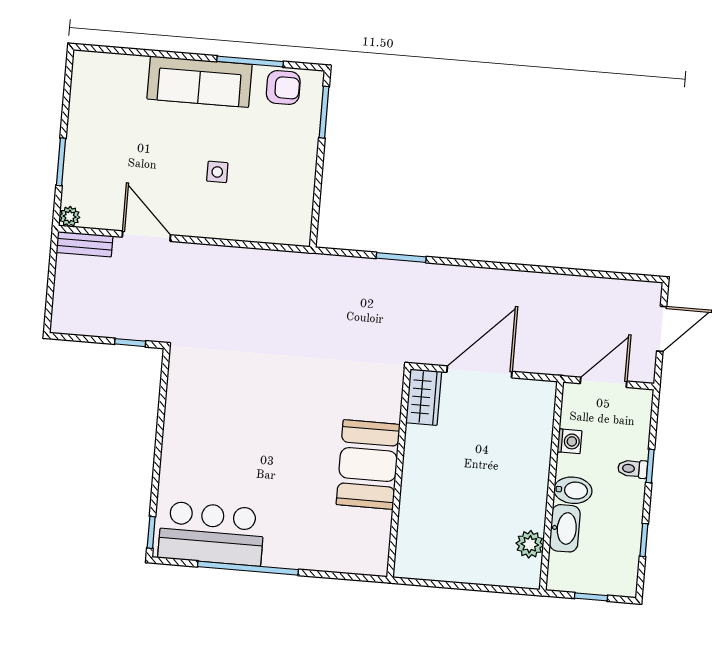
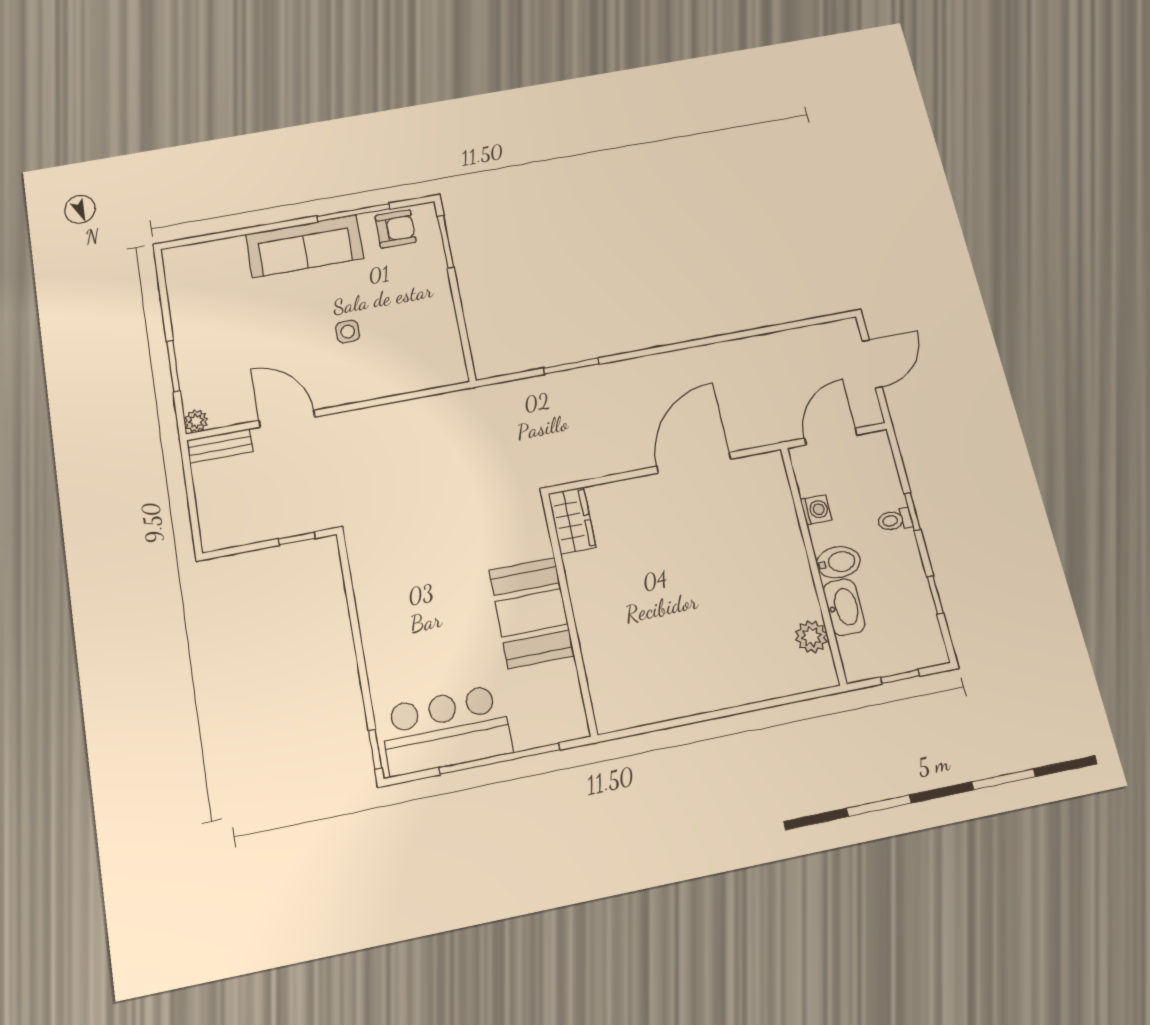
wardrobe: (424, 397) -> (572, 520), moved
booth: (368, 465) -> (532, 613), moved
wall: (399, 473) -> (569, 612), moved

